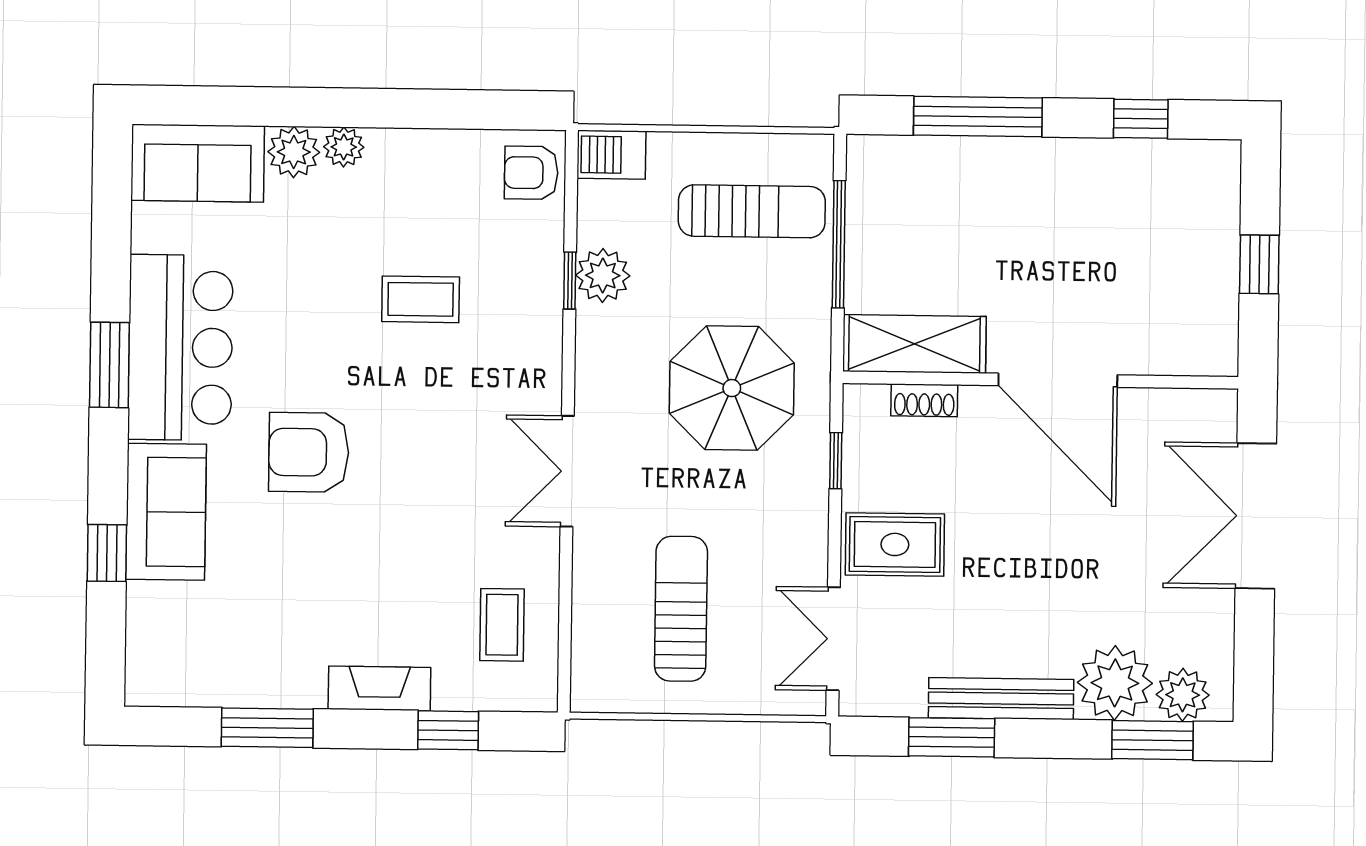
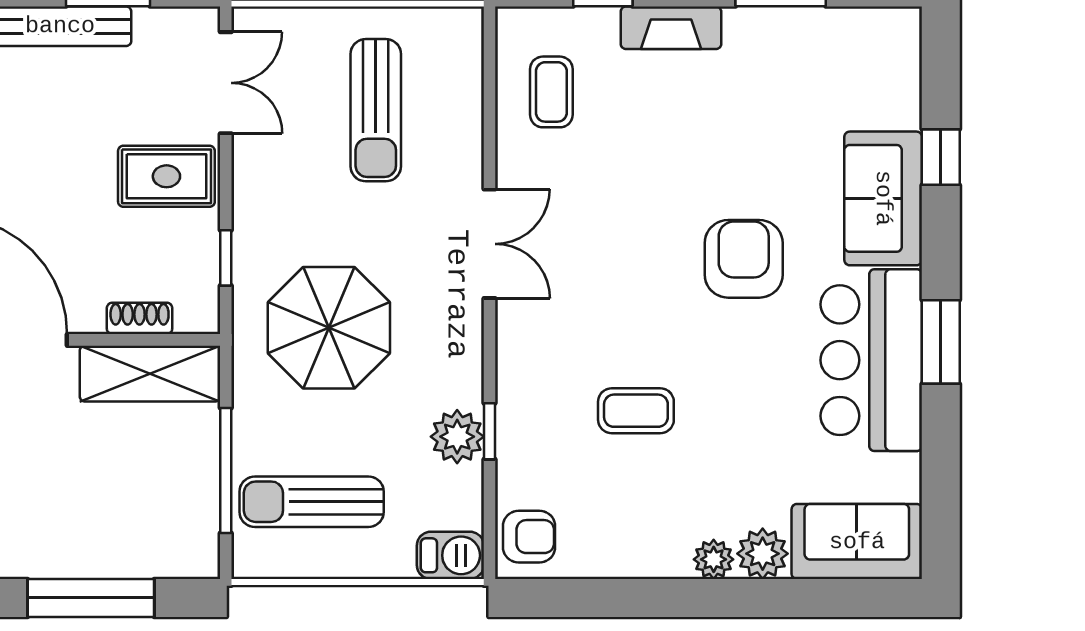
armchair: (309, 452) -> (744, 259), turned -90

